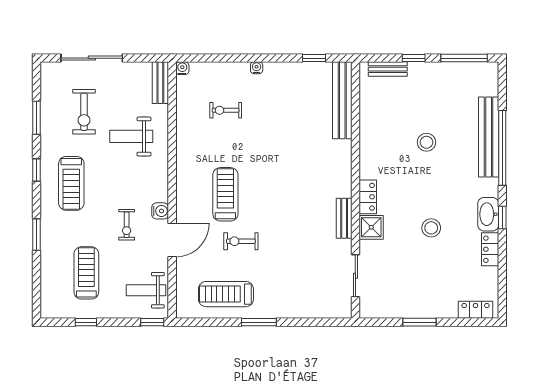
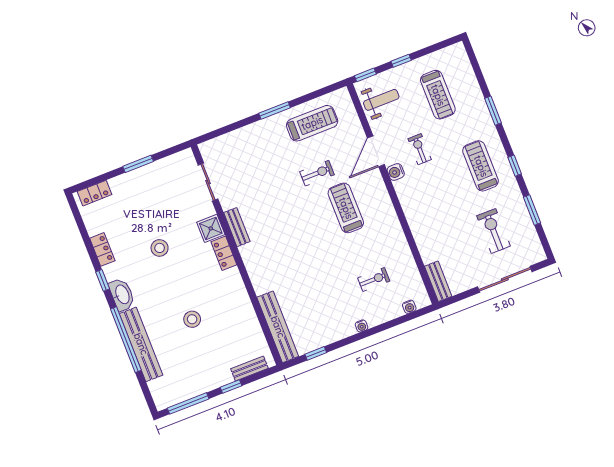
water cooler: (182, 68) -> (409, 307), moved
weight bench: (131, 136) -> (445, 226), removed
treadmill: (225, 194) -> (346, 208), turned 180
washbasin: (488, 214) -> (122, 295), moved
window: (86, 322) -> (401, 61), moved

